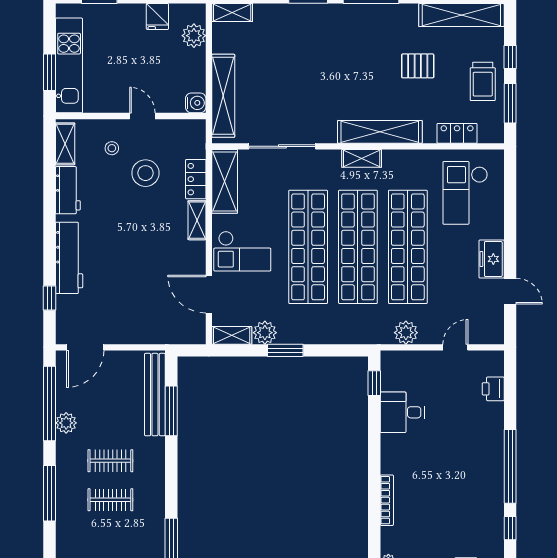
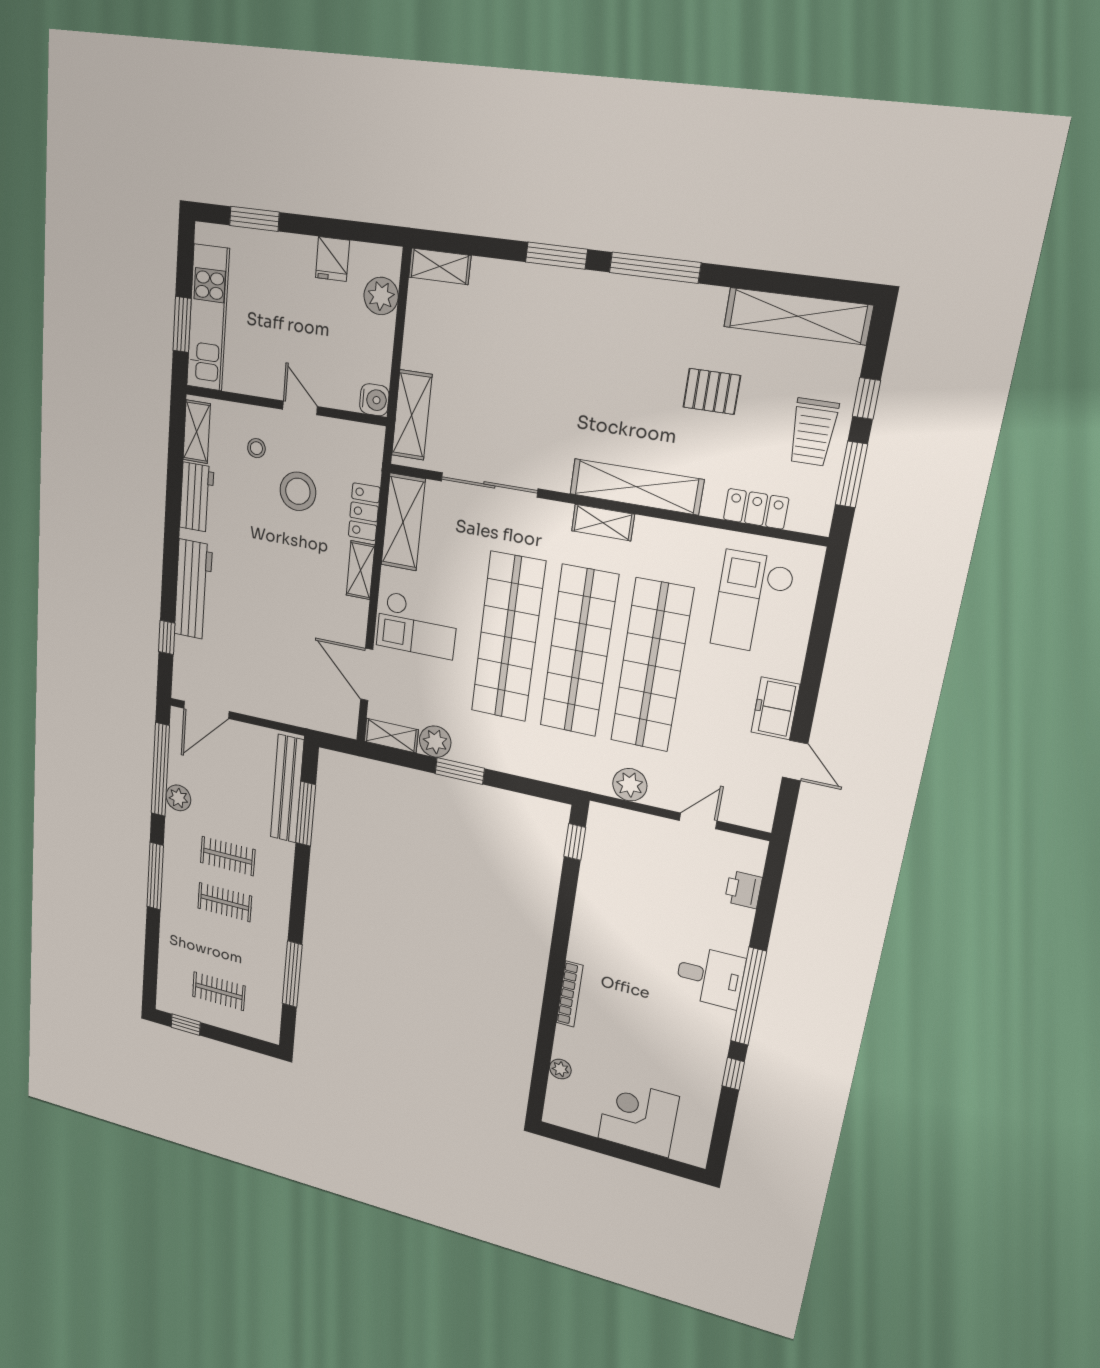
shelving: (223, 96) -> (412, 415), width x0.68
desk: (402, 412) -> (710, 977), moved, turned 180

